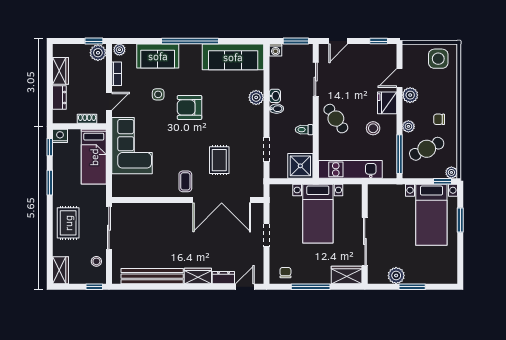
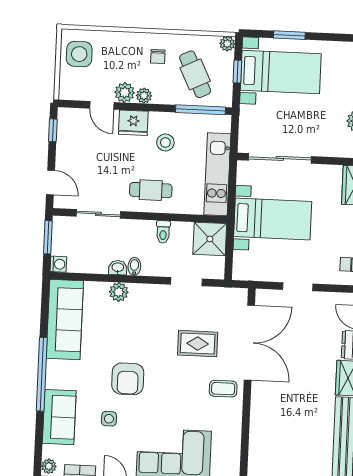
cafe table: (336, 119) -> (151, 190), turned 35
plant: (408, 126) -> (144, 96), moved
window: (442, 181) -> (237, 72), moved
sliding door: (365, 242) -> (280, 158), moved

